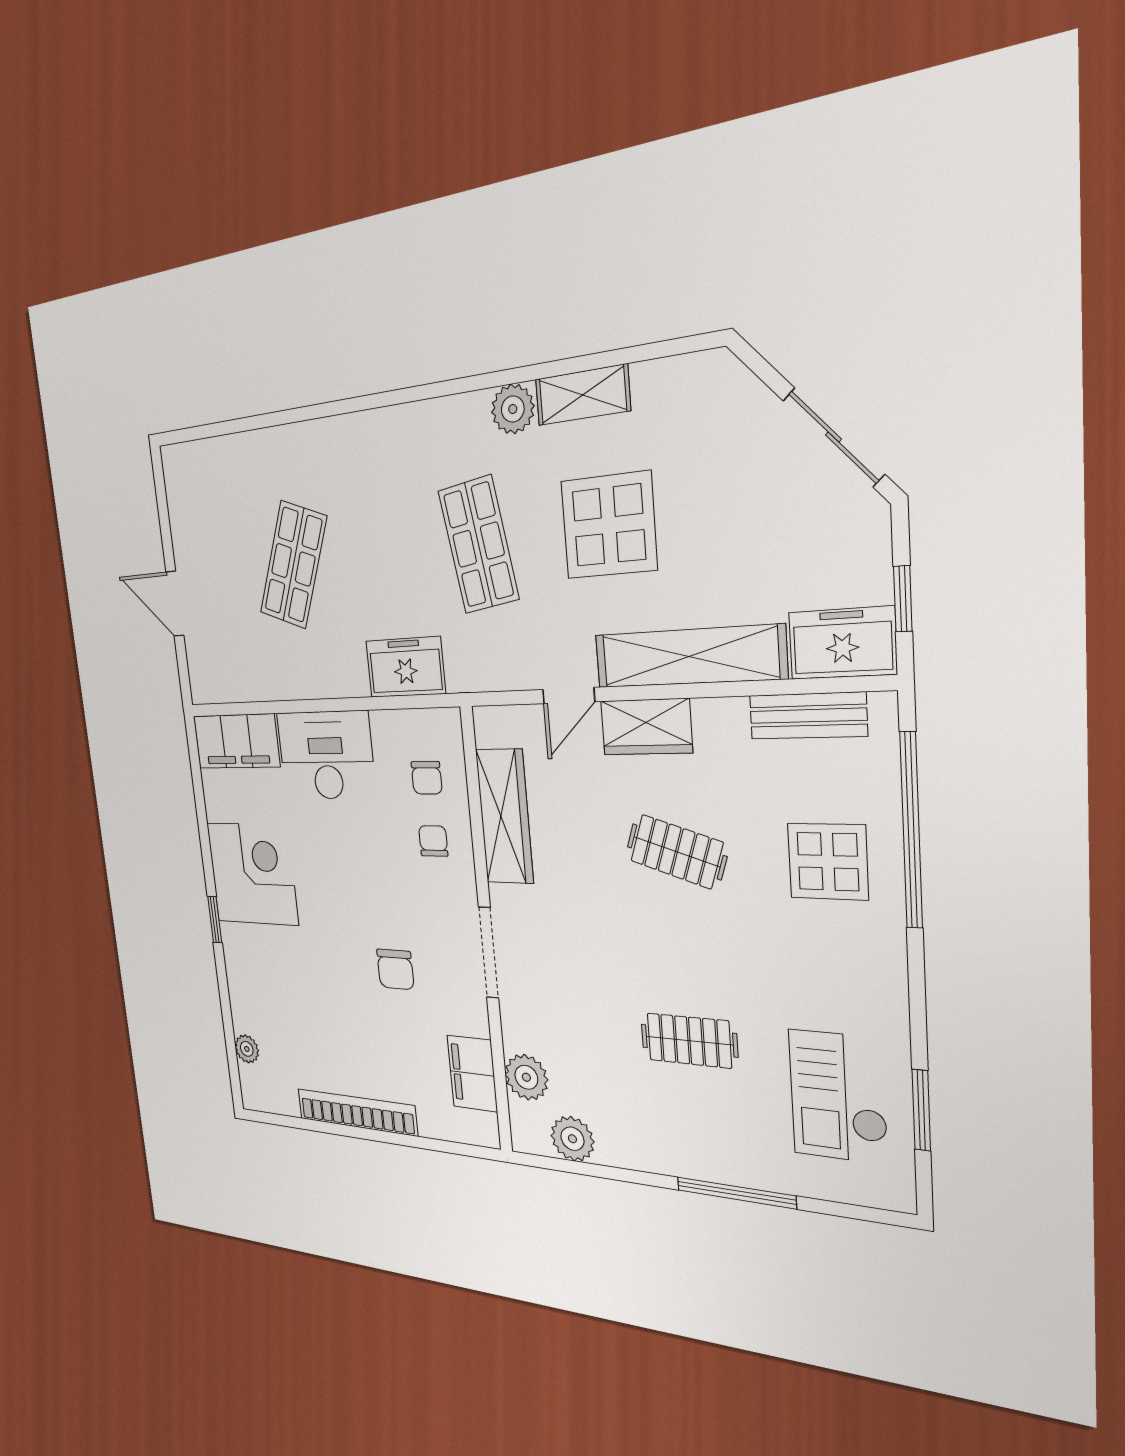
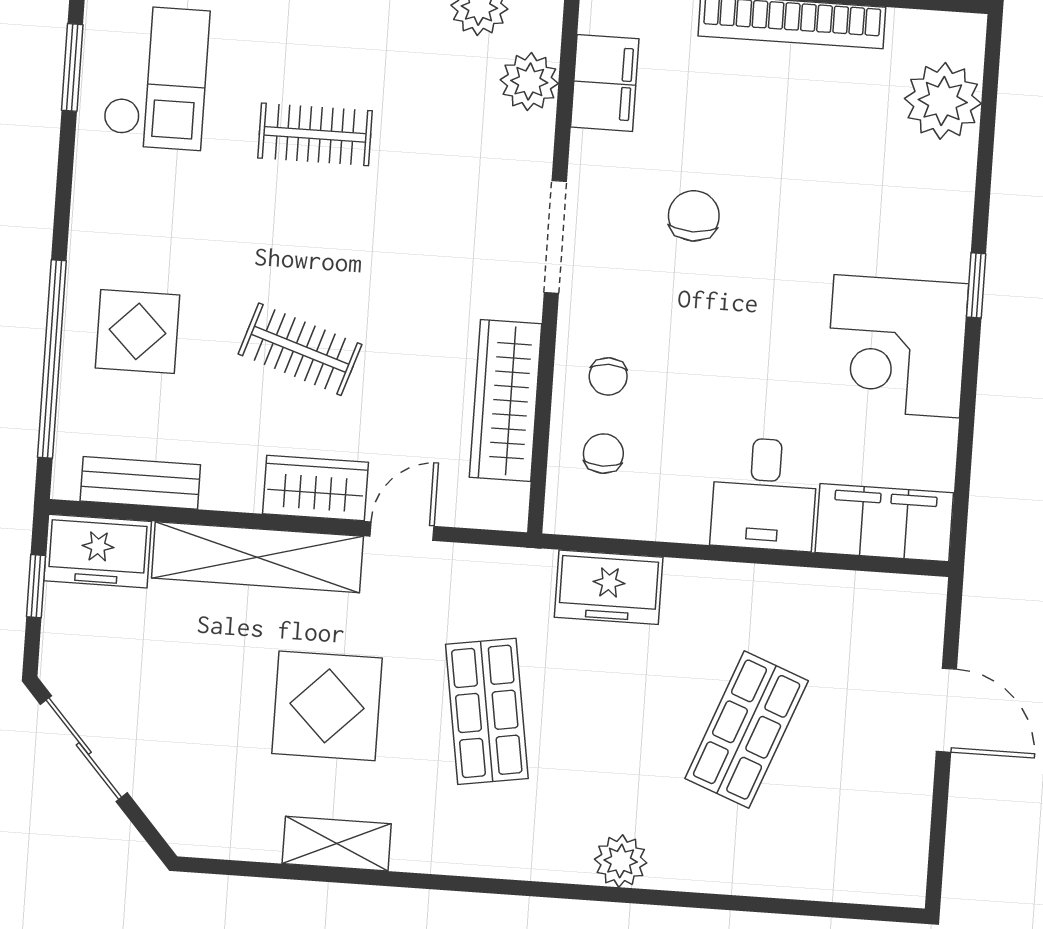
plant: (513, 409) -> (621, 861), moved
desk: (326, 755) -> (764, 494), width x0.73
plant: (247, 1049) -> (943, 101), width x1.87, depth x1.87

